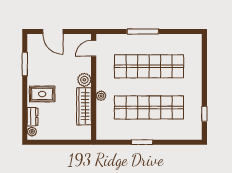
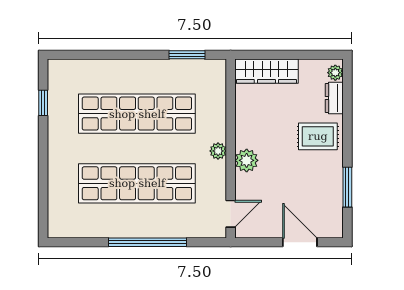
window: (143, 32) -> (147, 242), width x1.46
plant: (101, 96) -> (218, 151), moved
wardrobe: (84, 106) -> (266, 71), moved, turned 90
window: (142, 142) -> (187, 55), moved

